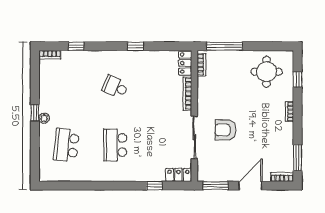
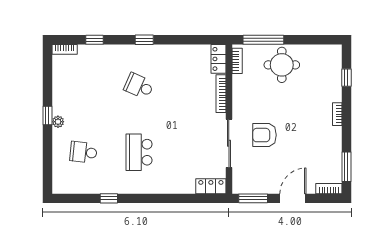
window: (136, 46) -> (144, 40), moved
round table: (267, 72) -> (282, 65), moved
school desk: (66, 145) -> (83, 152), width x0.54
window: (154, 186) -> (109, 198), moved

